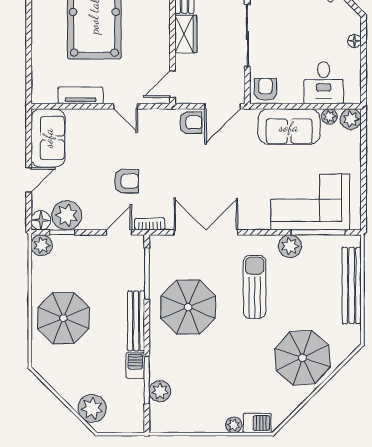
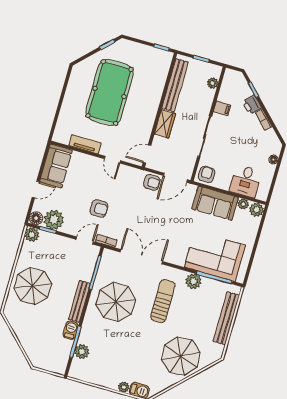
plant: (92, 408) -> (34, 350), removed

